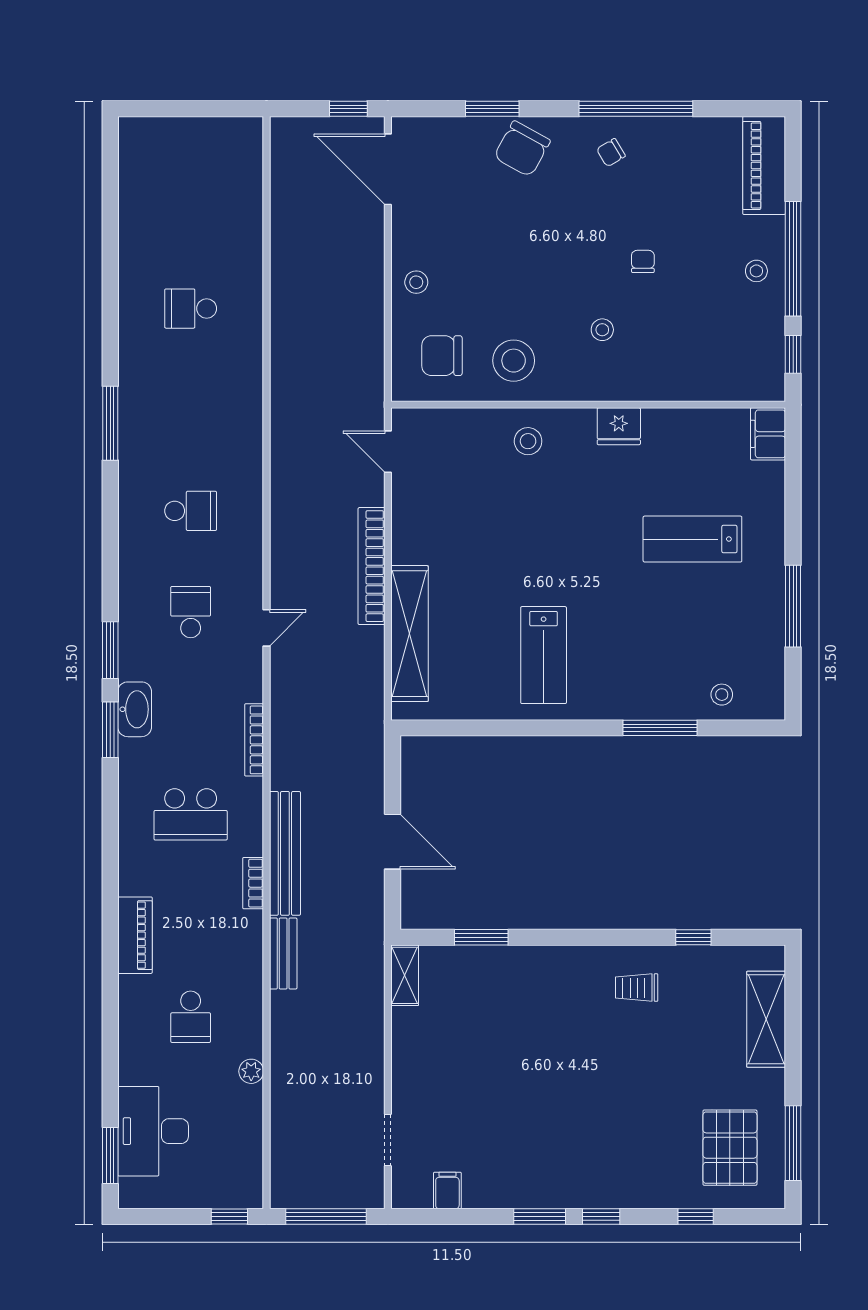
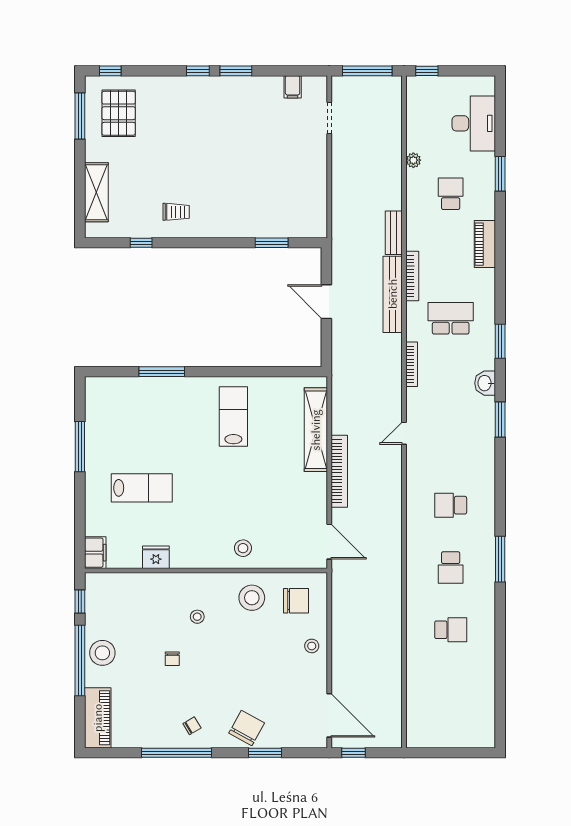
stool: (756, 271) -> (102, 653), width x1.89, depth x1.89
fridge: (619, 426) -> (156, 557), moved
door: (388, 452) -> (329, 542), width x1.38
school desk: (191, 612) -> (451, 567), moved
stool: (722, 695) -> (124, 392), removed
washbasin: (135, 709) -> (485, 383), width x0.72
window: (110, 730) -> (500, 341), moved
bookcase: (253, 883) -> (412, 276), width x1.56
shelving: (405, 975) -> (319, 219), removed
window: (110, 1156) -> (500, 174), moved
window: (696, 1216) -> (110, 71), moved

